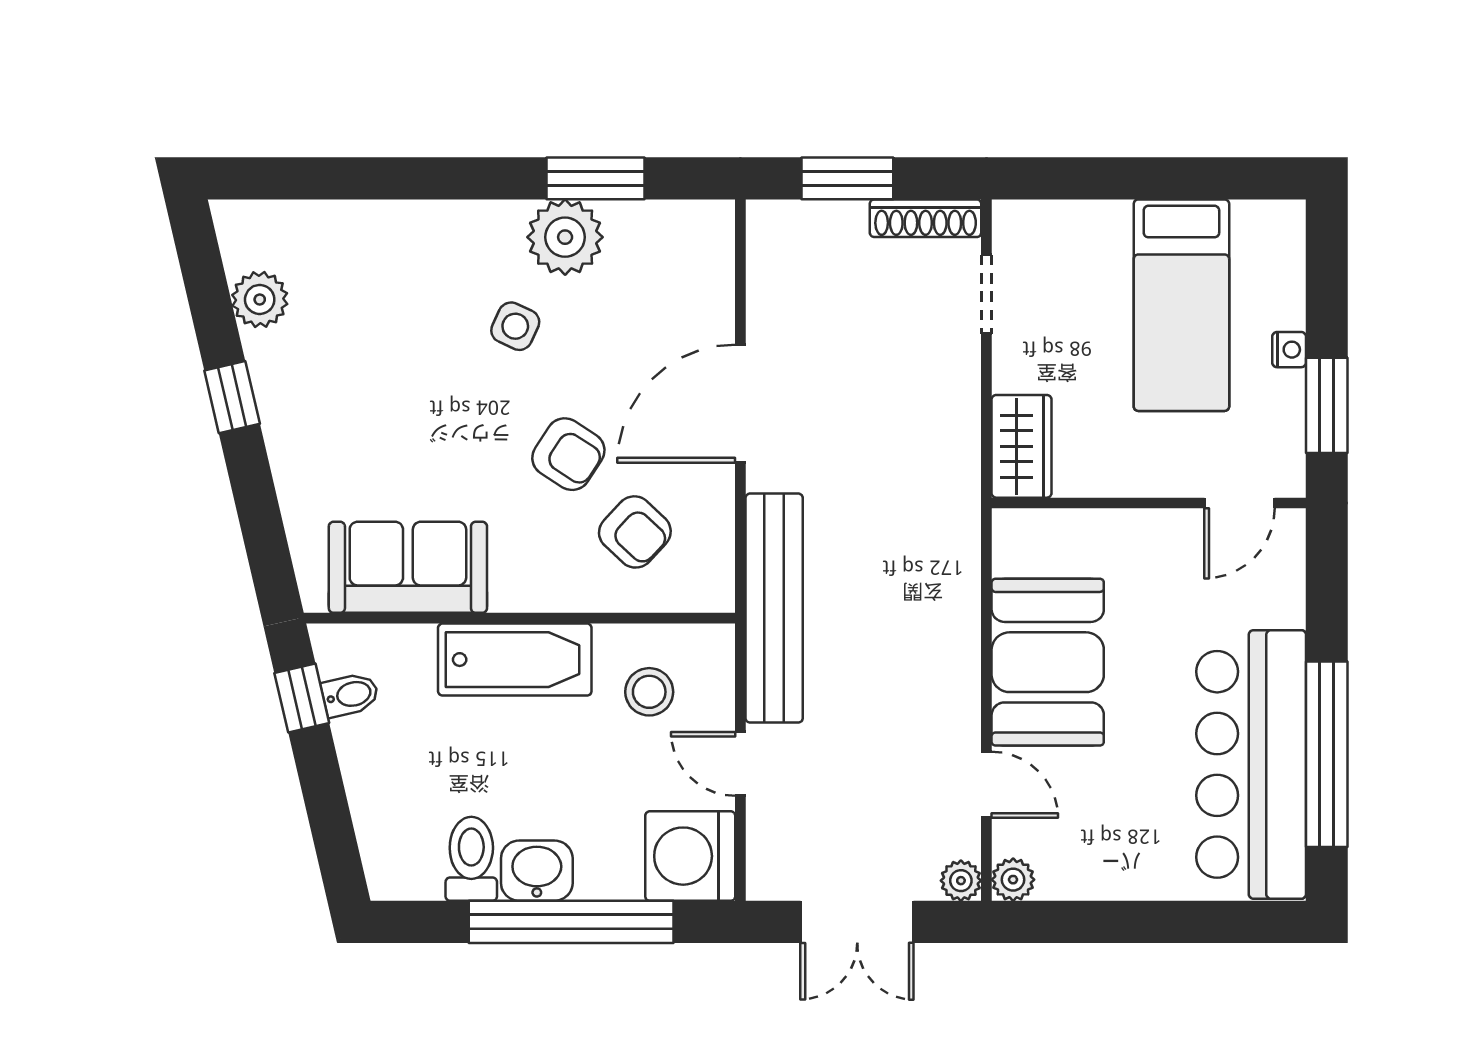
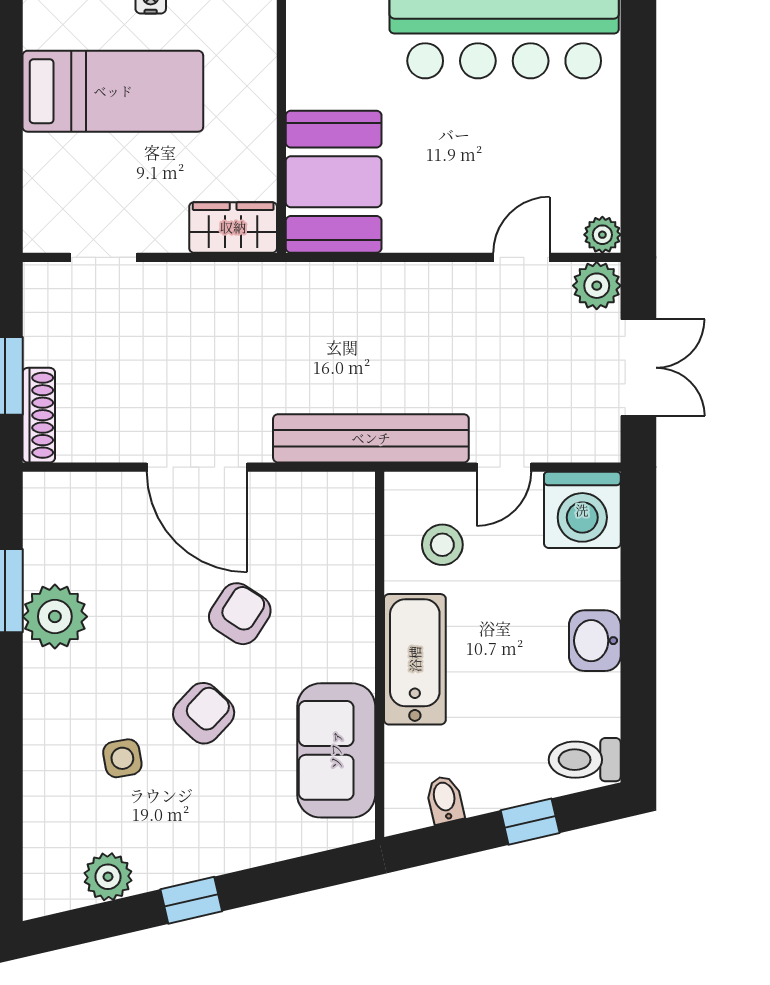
shoe rack: (926, 218) -> (39, 415), moved
side table: (515, 326) -> (122, 758), moved, turned -35
door: (1239, 503) -> (281, 42), removed
armchair: (635, 532) -> (204, 713), moved
booth: (1048, 662) -> (334, 182), moved, turned 90
window: (302, 698) -> (530, 822), moved
toilet: (471, 859) -> (585, 760), moved
plant: (961, 881) -> (597, 286), width x1.38, depth x1.38
window: (571, 922) -> (638, 611), removed

